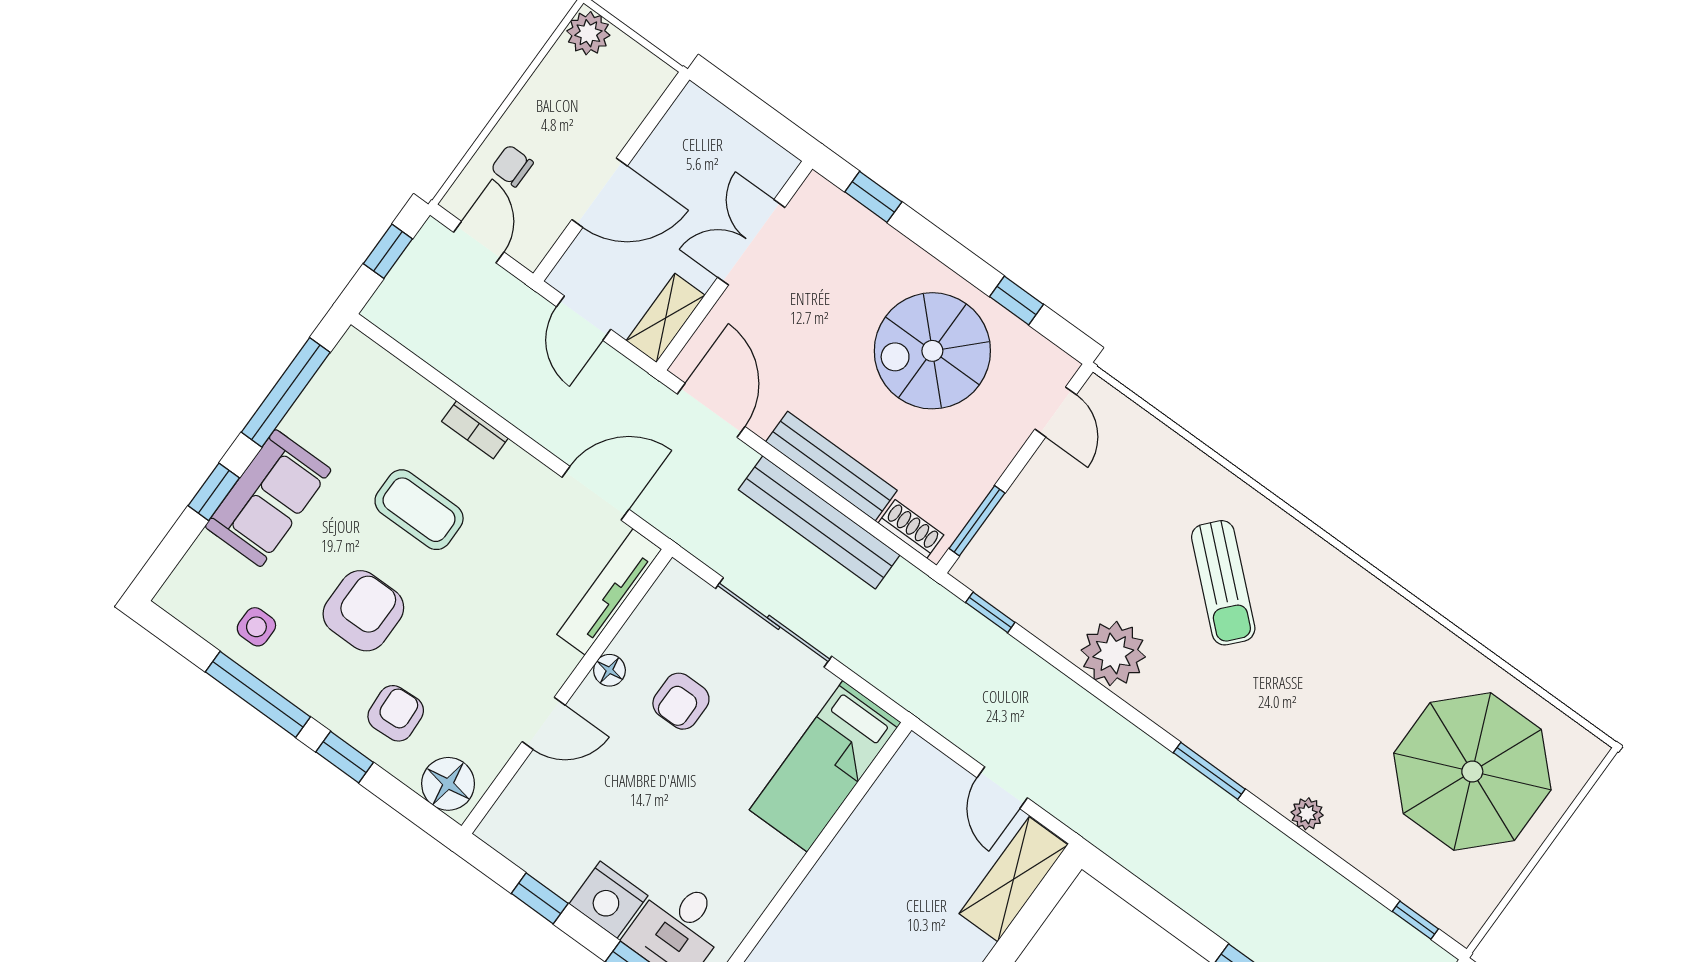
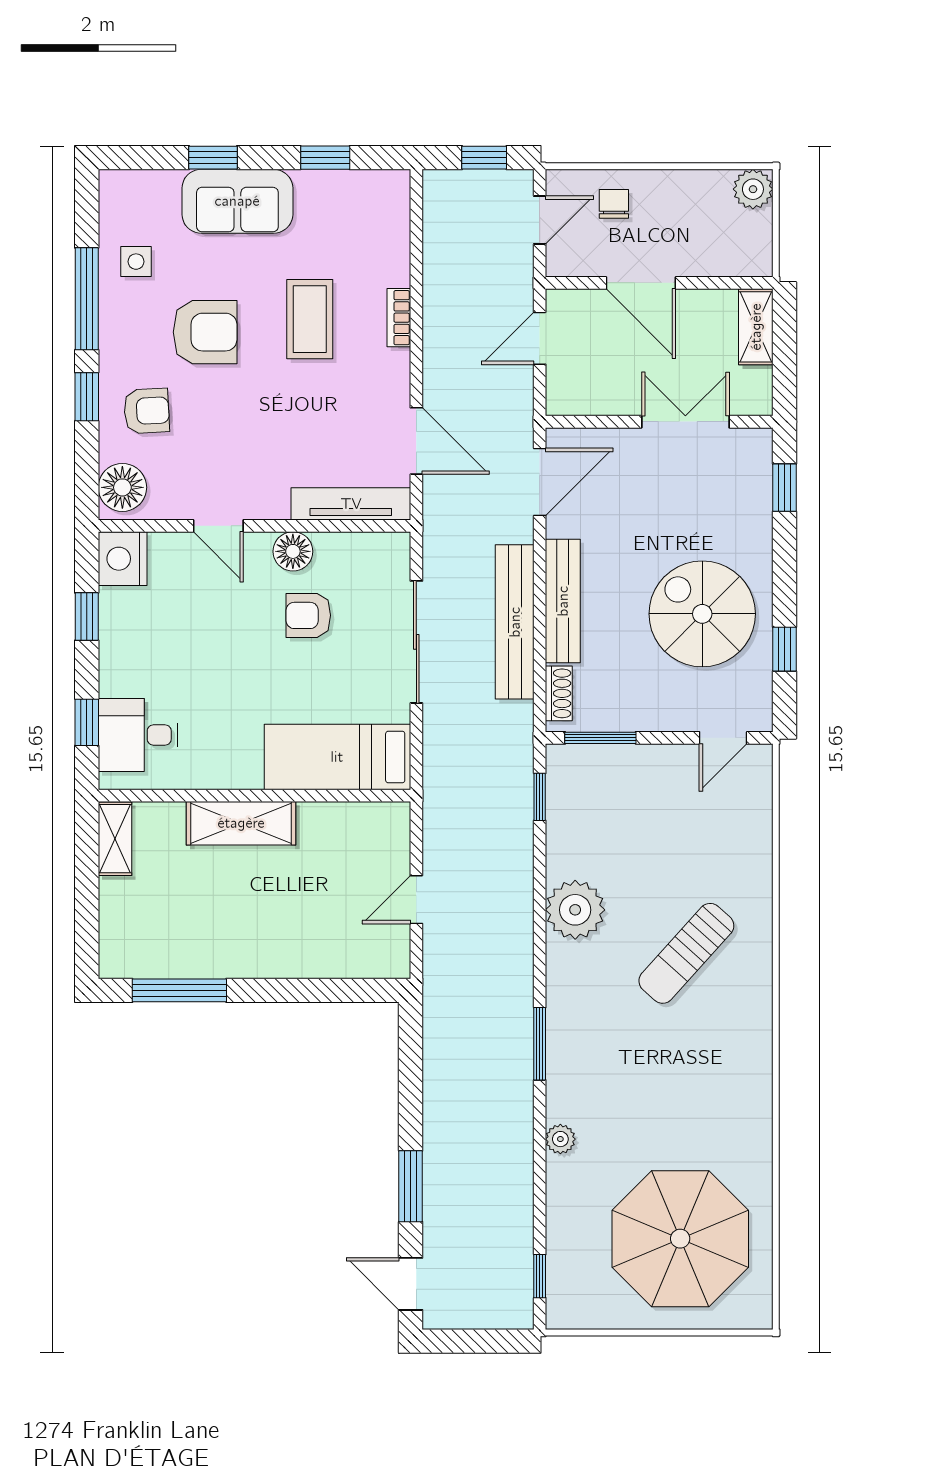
shelving: (666, 318) -> (756, 327), moved, turned 90
window: (286, 392) -> (325, 158), width x0.46
floor lamp: (609, 670) -> (293, 551), width x1.37, depth x1.37
shelving: (1013, 879) -> (241, 823), moved
nightstand: (608, 900) -> (123, 559), moved

